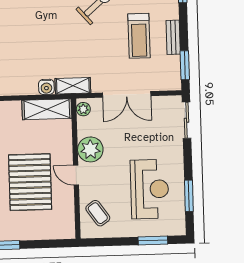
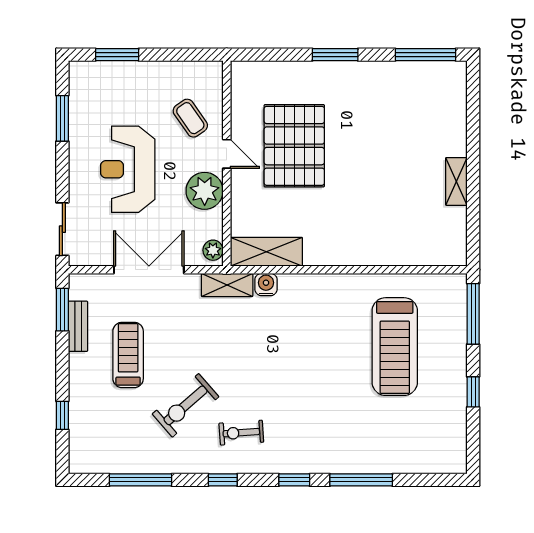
bench: (173, 37) -> (78, 326), moved
reception desk: (150, 189) -> (128, 169), moved
coffee table: (98, 213) -> (190, 118), moved

